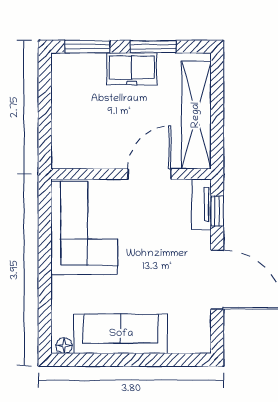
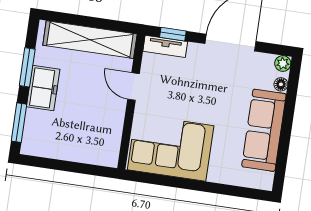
door: (149, 174) -> (134, 86), width x0.73
plant: (202, 344) -> (283, 64), added
floor lamp: (64, 346) -> (281, 84), moved

